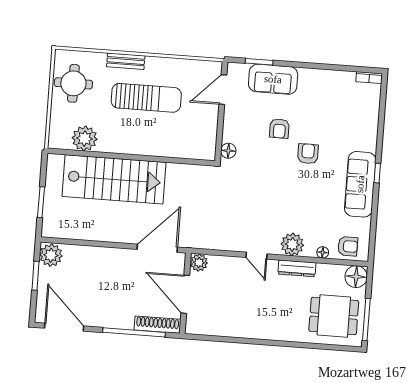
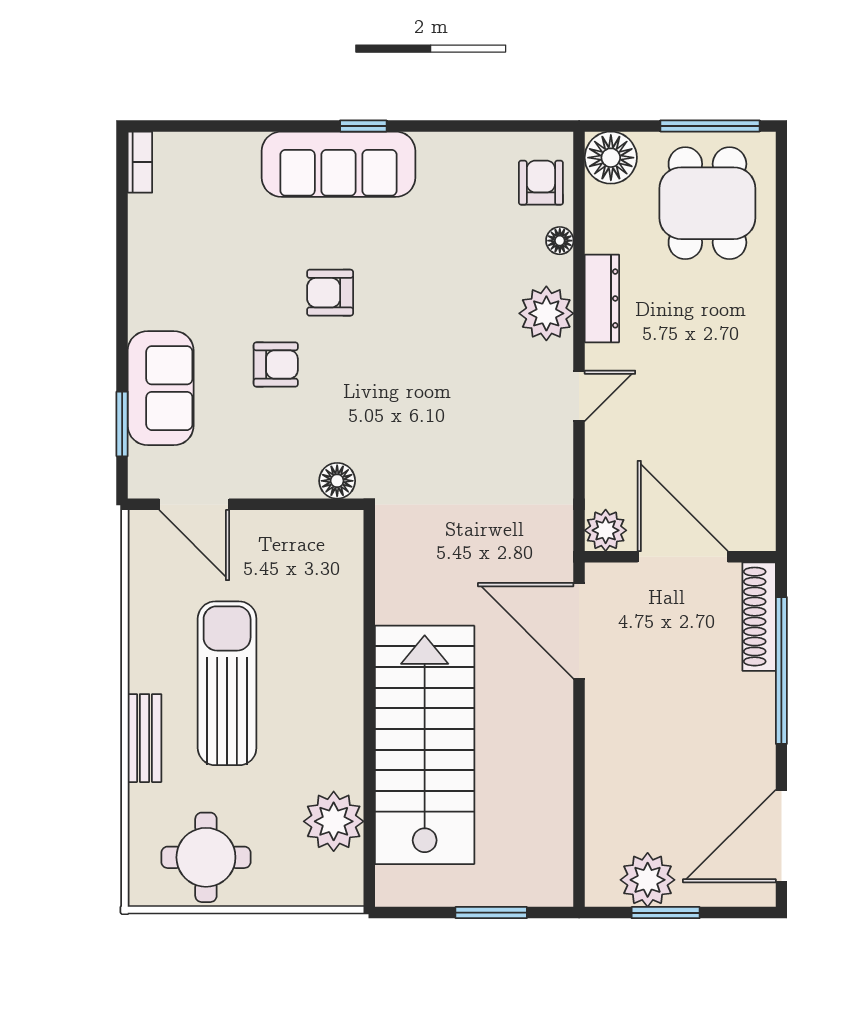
sofa: (360, 184) -> (339, 164), moved
plant: (51, 255) -> (648, 880), moved
door: (185, 294) -> (683, 557), swing flipped

